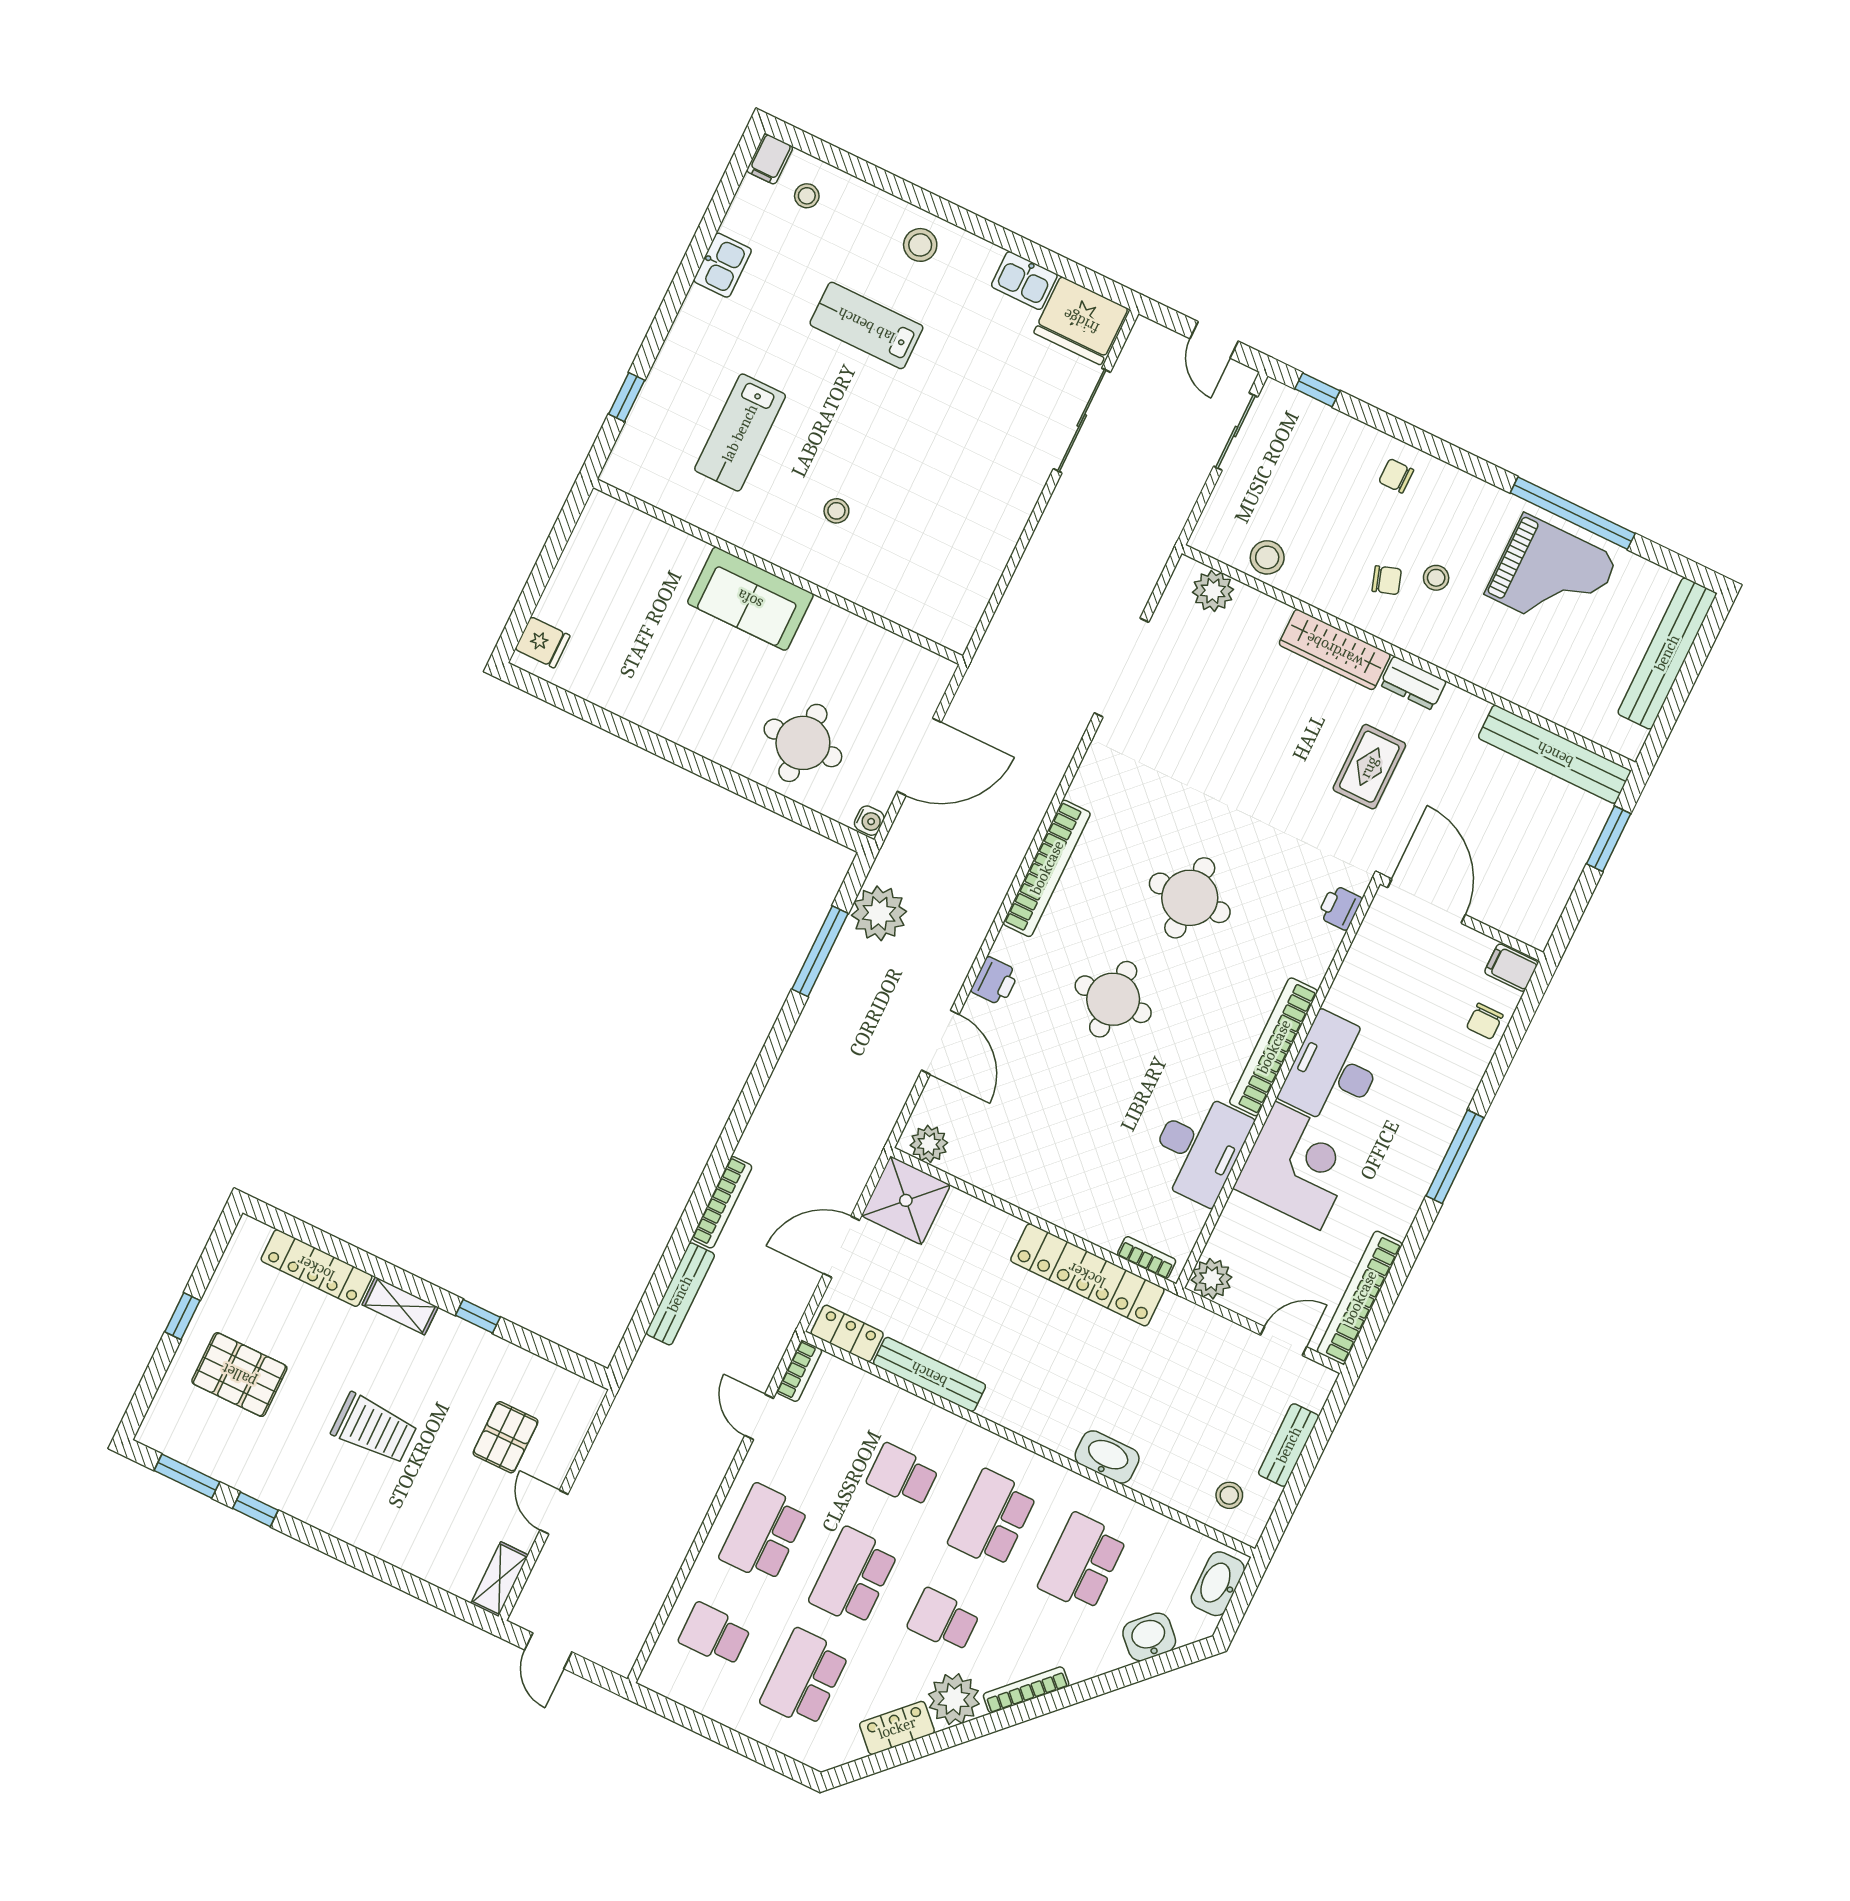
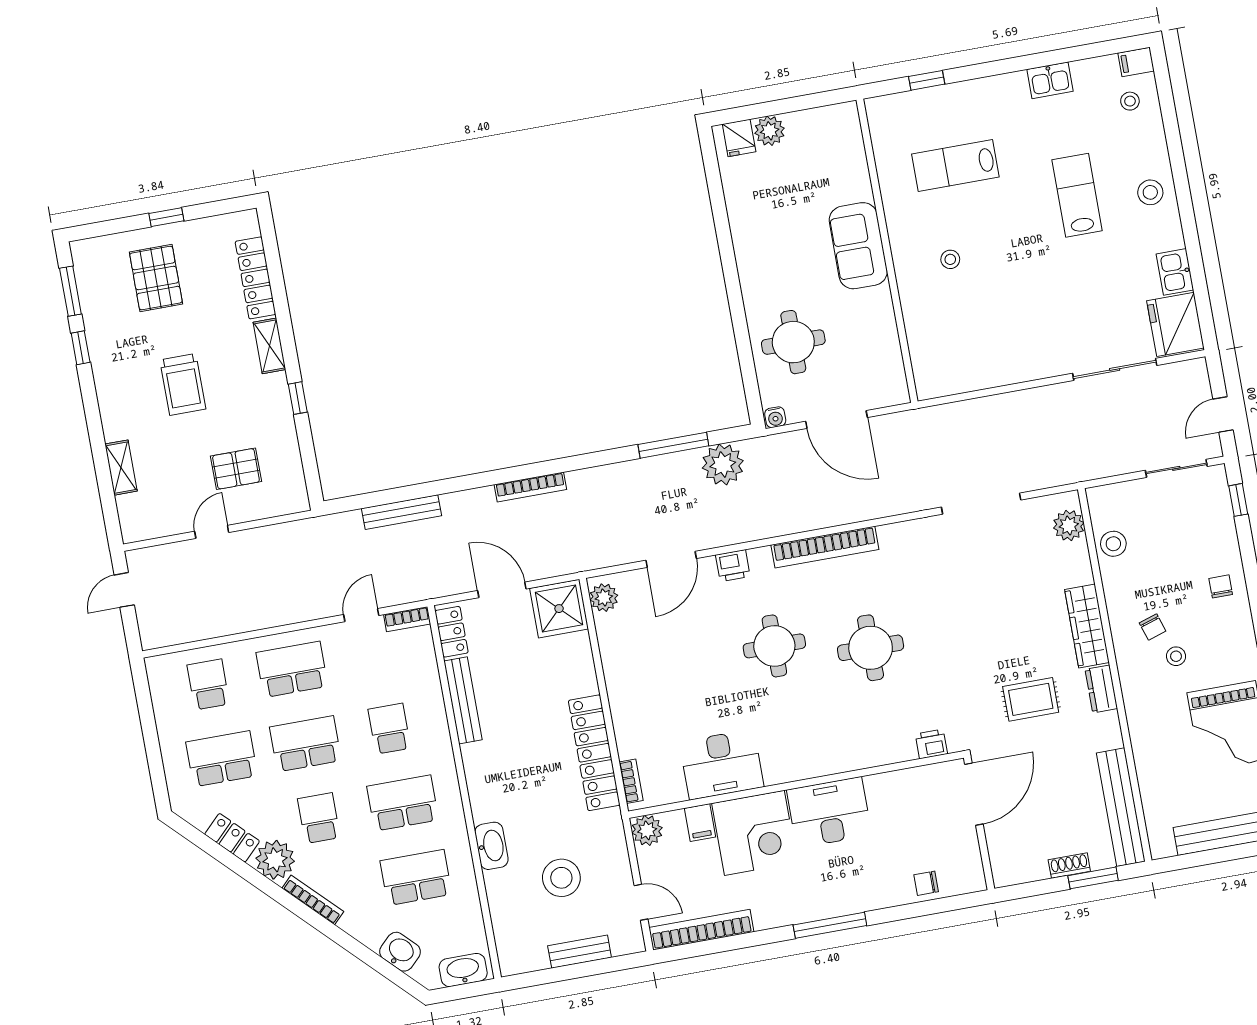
plant: (559, 604) -> (770, 131), added
shoe rack: (1577, 854) -> (1069, 866), added
filing cabinet: (1511, 968) -> (700, 823), moved, turned 180
bookcase: (1274, 1047) -> (817, 765), removed
bookcase: (722, 1202) -> (530, 487), moved
stool: (1229, 1495) -> (561, 878), moved, width x1.89, depth x1.89
shelving: (500, 1579) -> (121, 468), moved, turned 90

